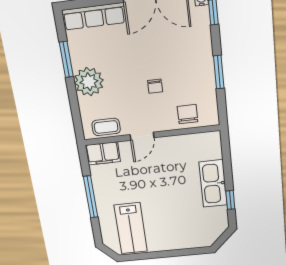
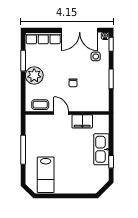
side table: (188, 37) -> (96, 56), added
chair: (188, 114) -> (90, 102), removed
door: (142, 136) -> (61, 113), swing flipped
filing cabinet: (103, 153) -> (82, 121), moved

